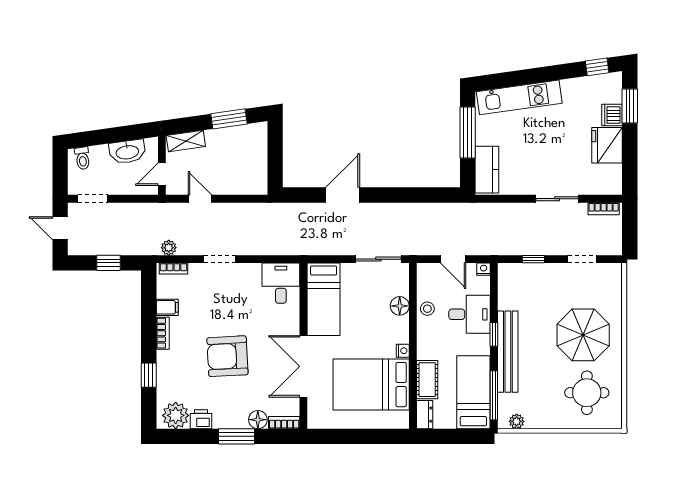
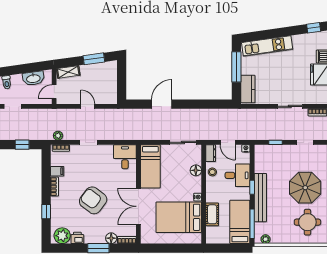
door: (200, 199) -> (88, 106), moved
armchair: (227, 356) -> (93, 200), turned 40
dresser: (425, 415) -> (211, 153), moved

